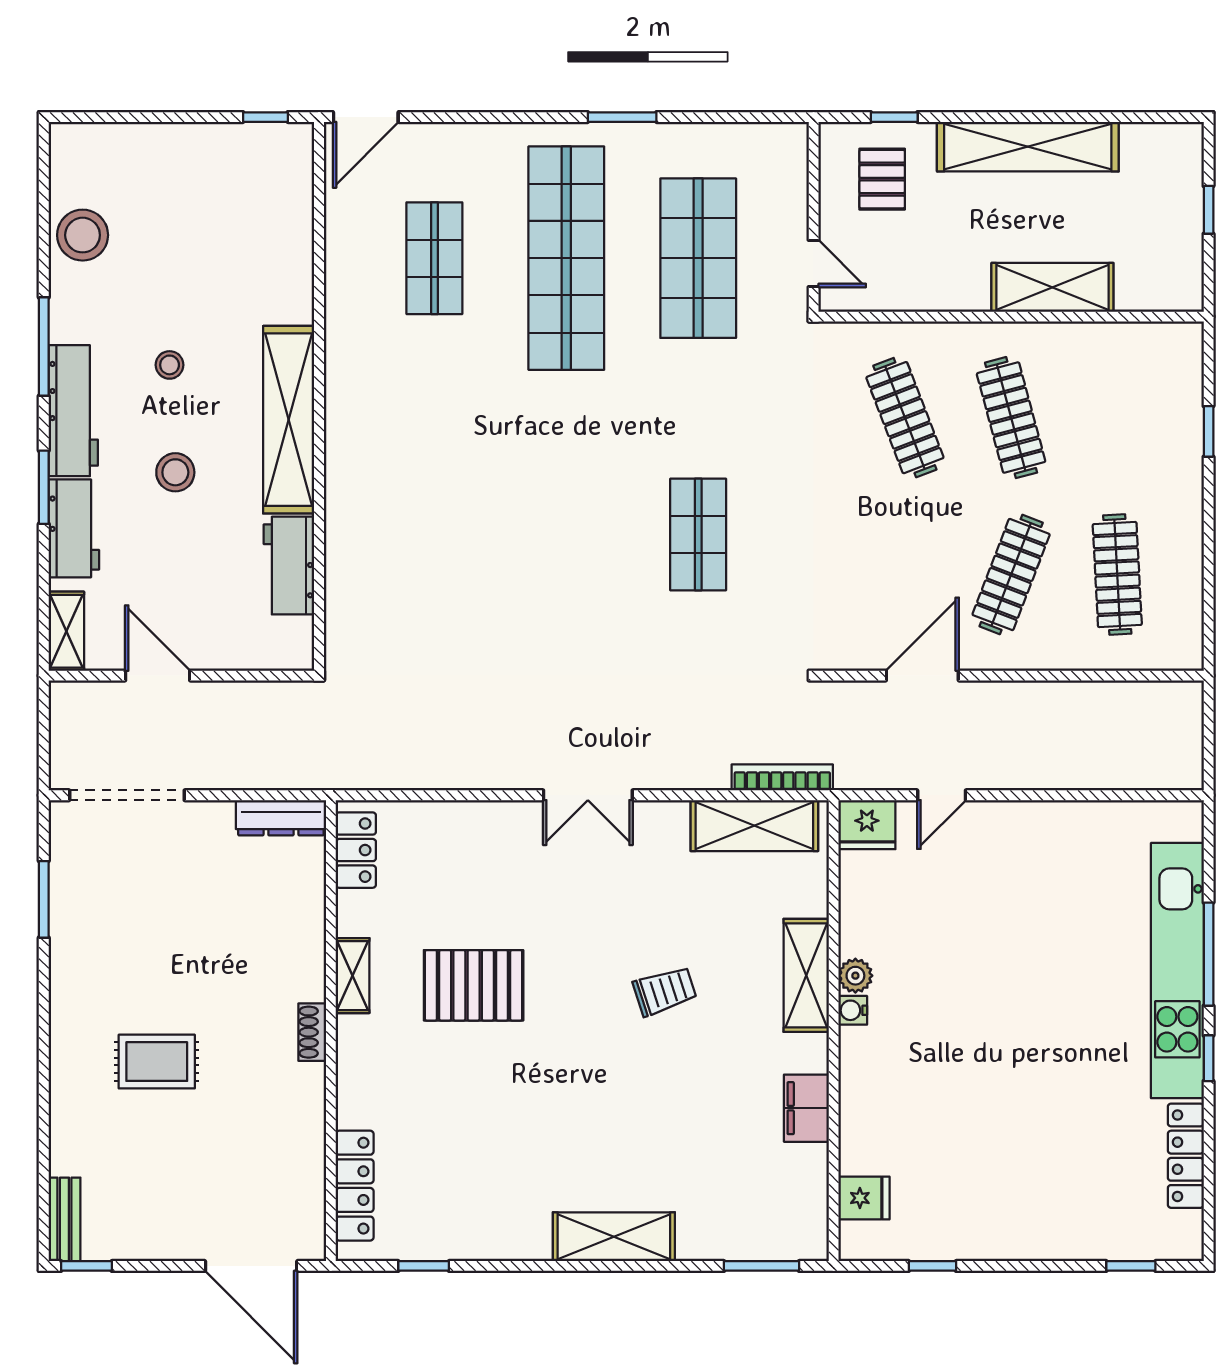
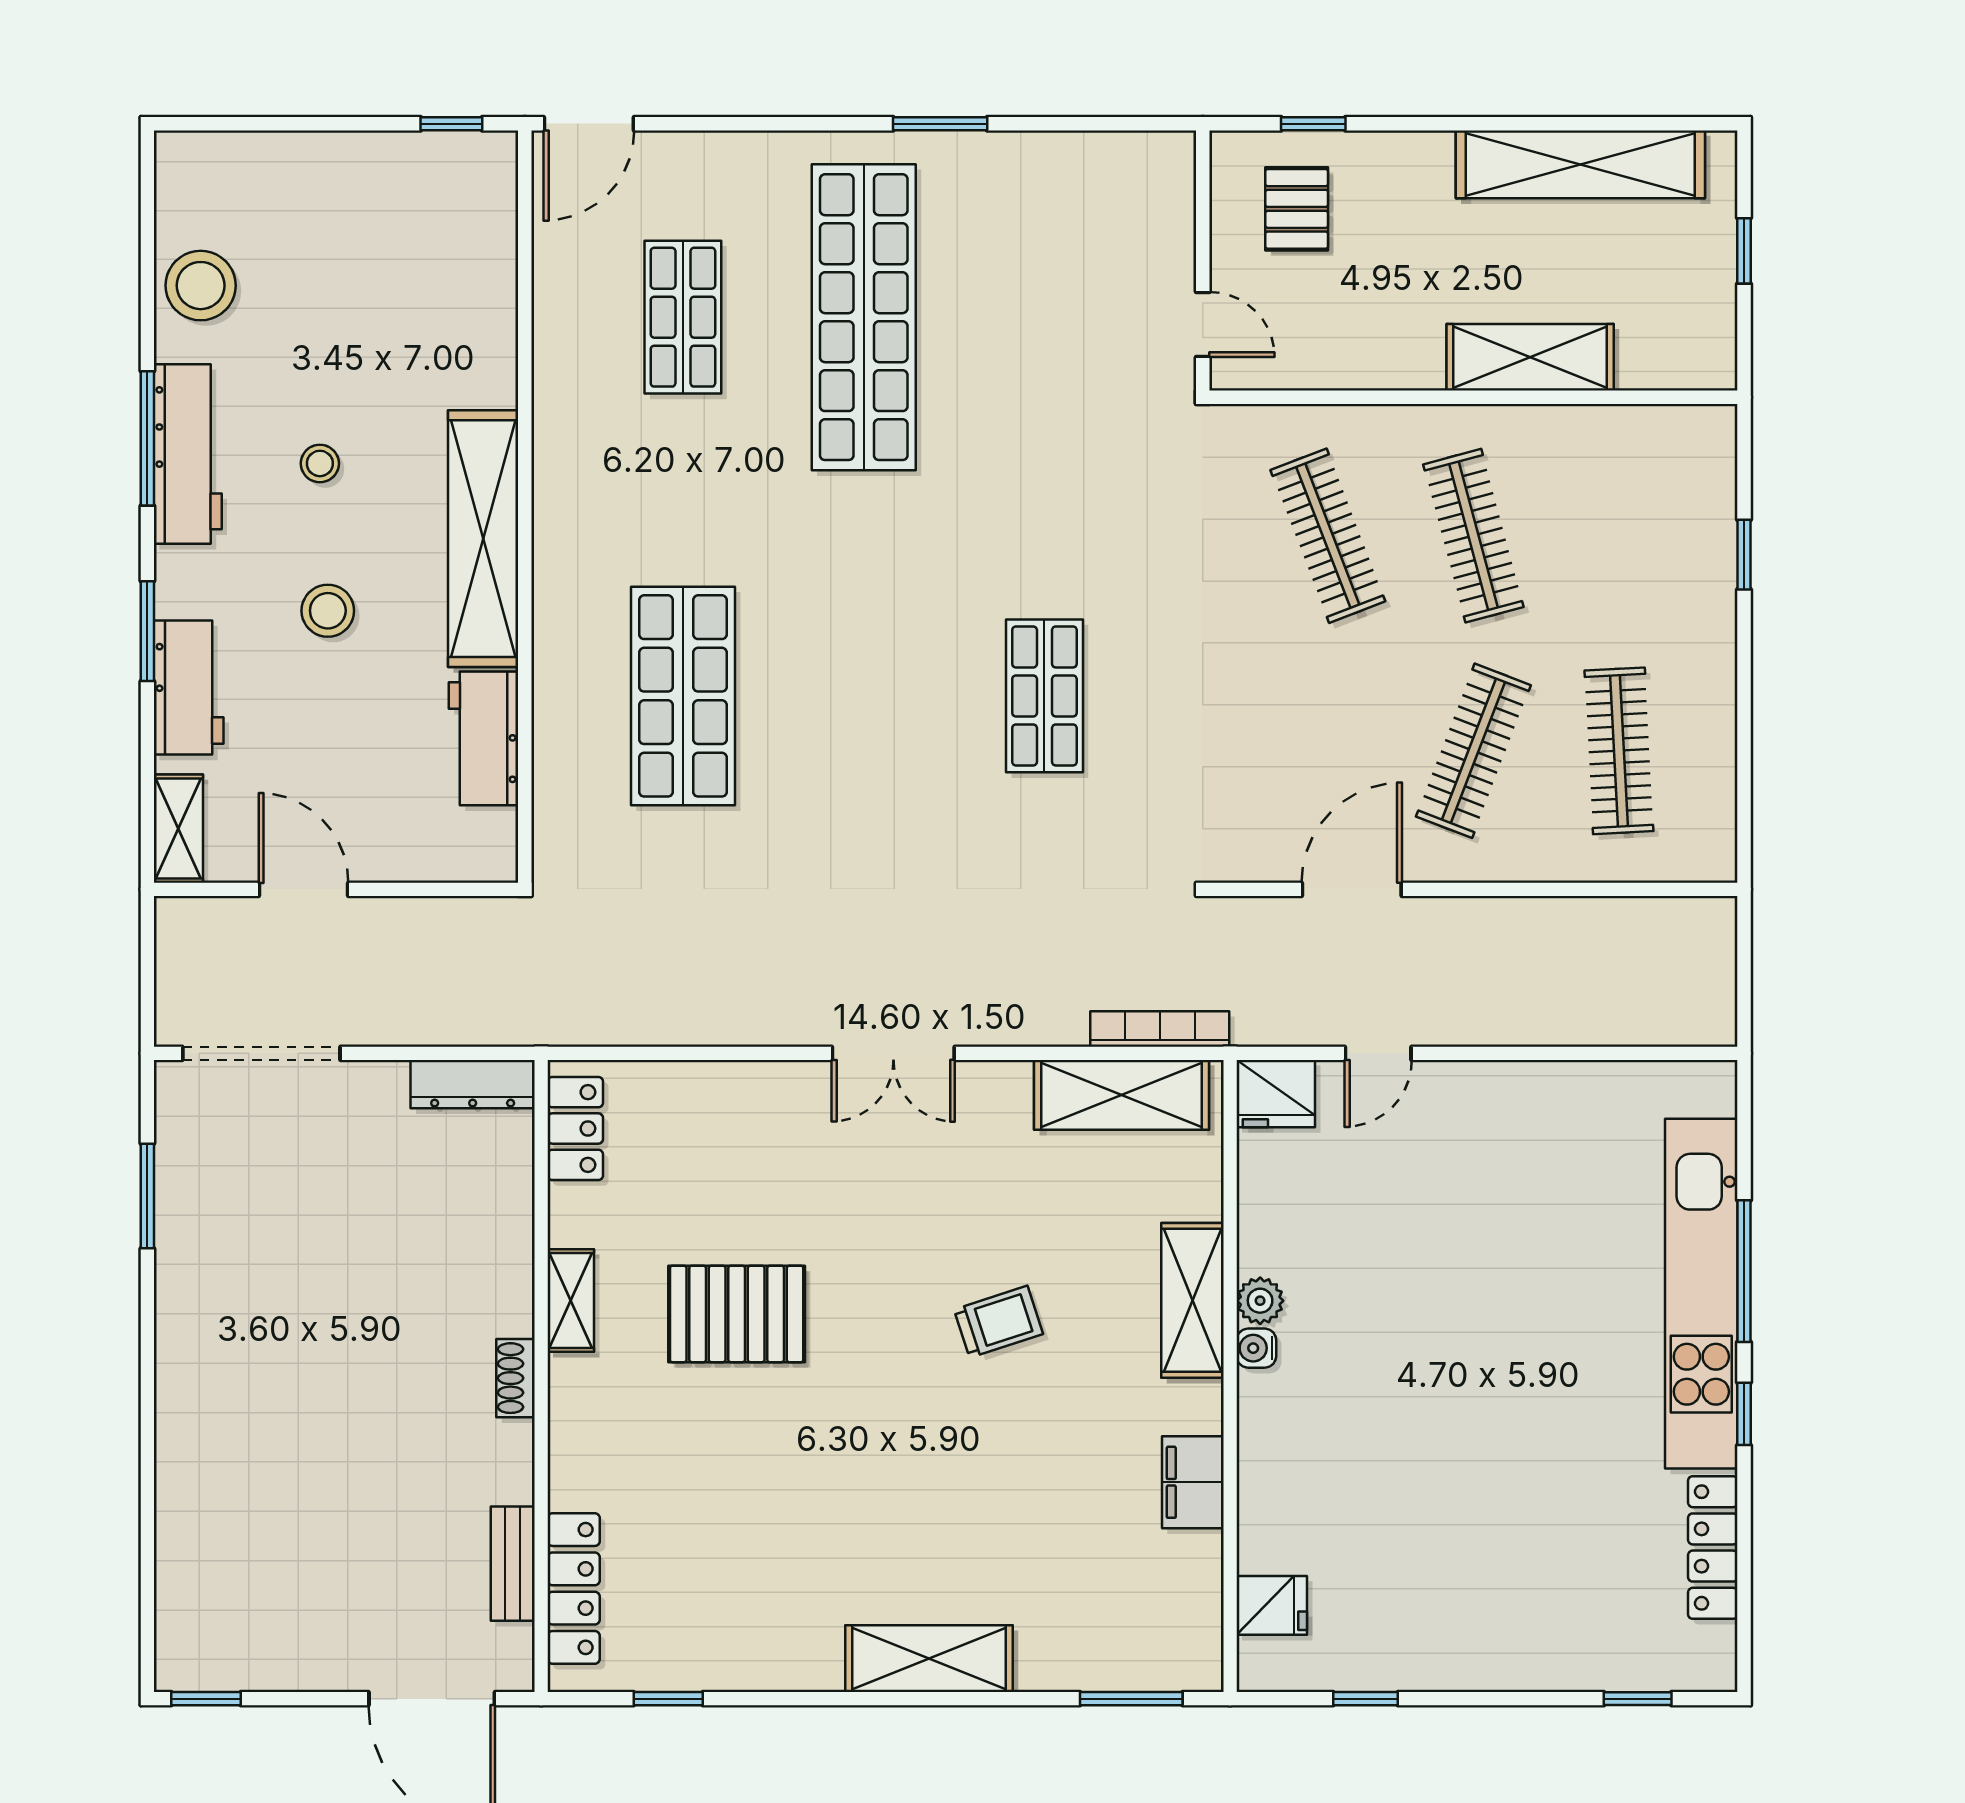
shelving: (1028, 147) -> (1580, 164), moved
shop shelf: (698, 258) -> (683, 696), moved
workbench: (73, 411) -> (188, 454), moved
rug: (157, 1062) -> (302, 1418), removed
bench: (64, 1219) -> (513, 1564), moved

